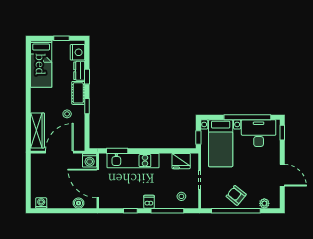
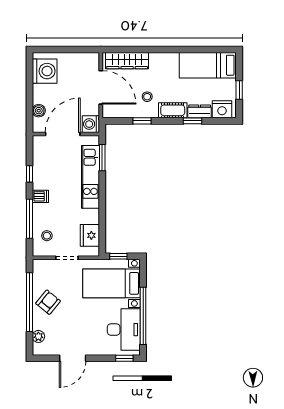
window: (87, 106) -> (142, 121), moved
washing machine: (41, 203) -> (45, 71), width x1.89, depth x1.89

